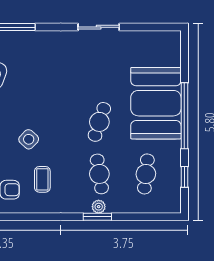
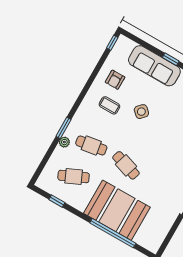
window: (184, 116) -> (113, 233), moved
cafe table: (146, 174) -> (74, 176), turned -30
plant: (99, 207) -> (64, 142), moved

